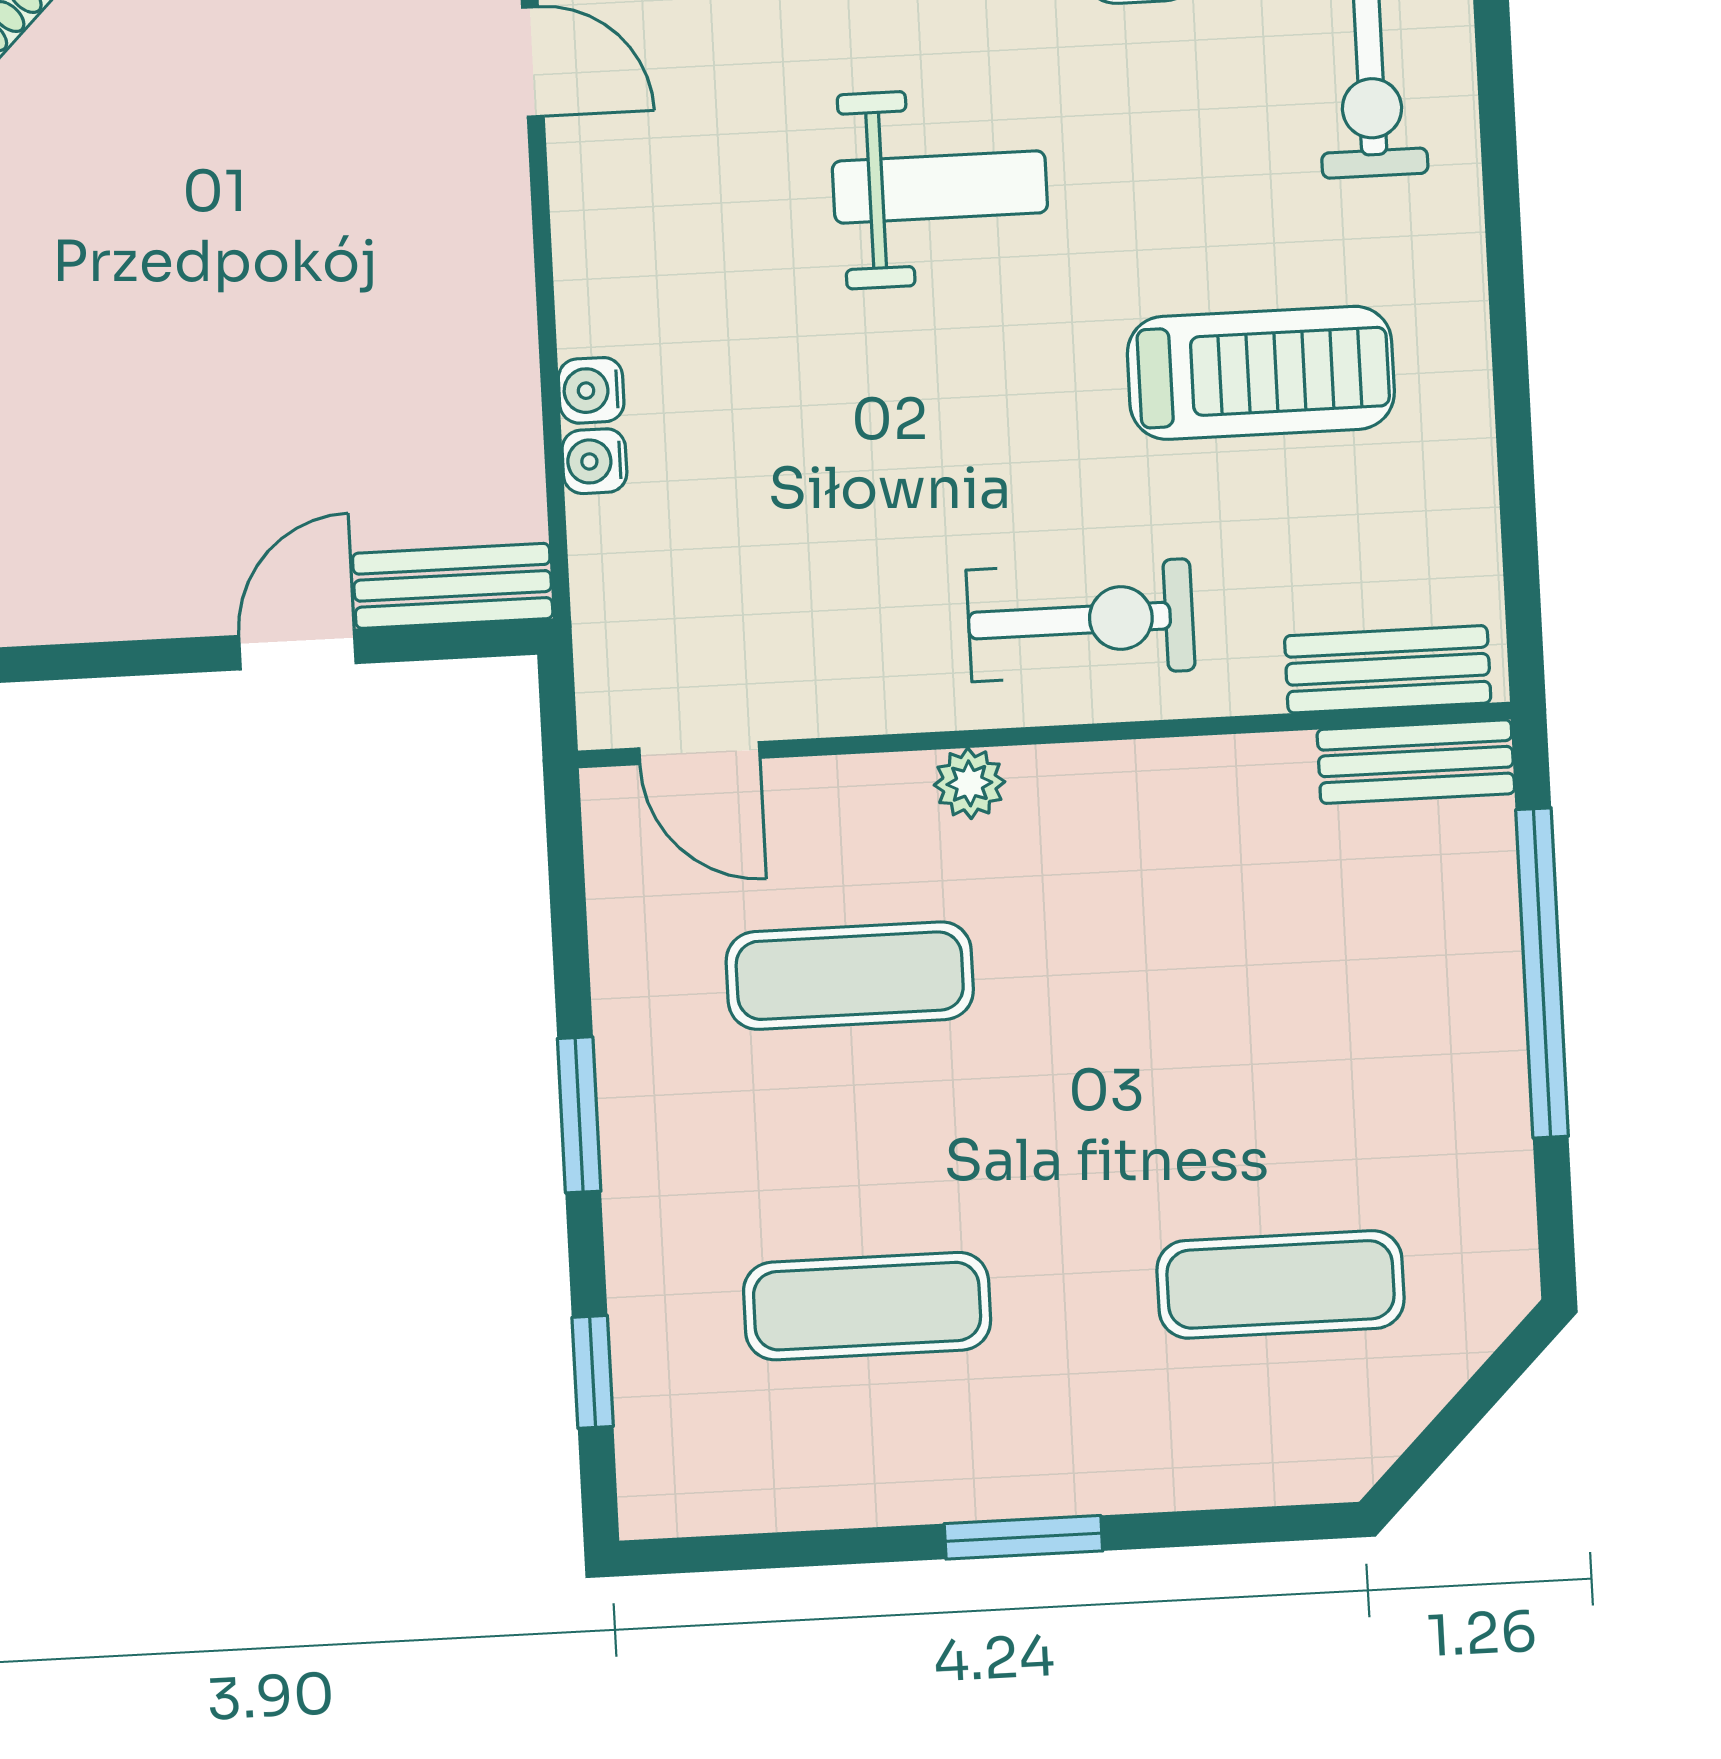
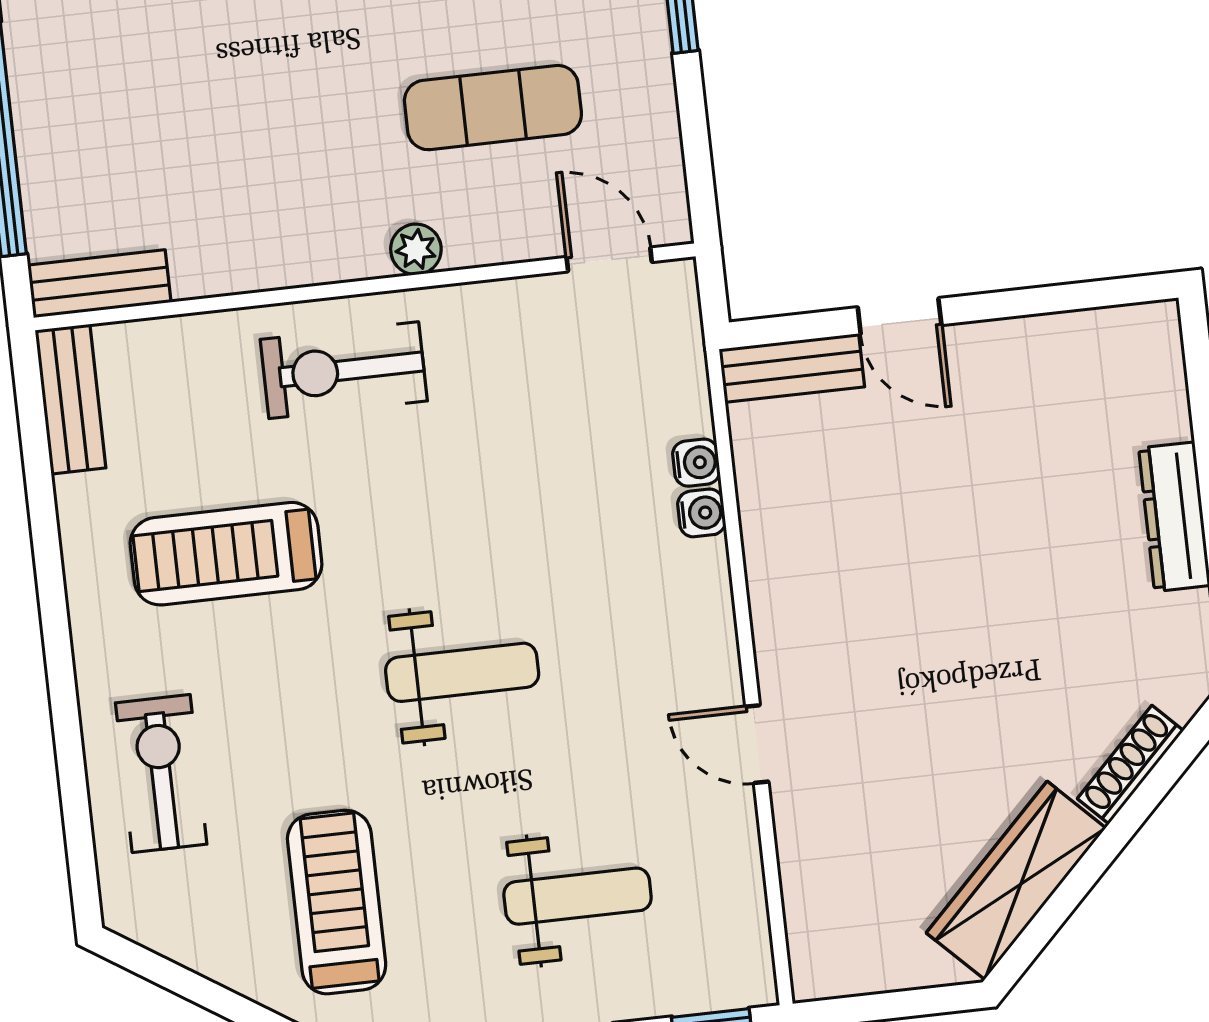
weight bench: (940, 187) -> (462, 672), turned 180
door: (297, 650) -> (900, 316), hinge flipped
bench: (1388, 669) -> (70, 399), moved, turned 90

